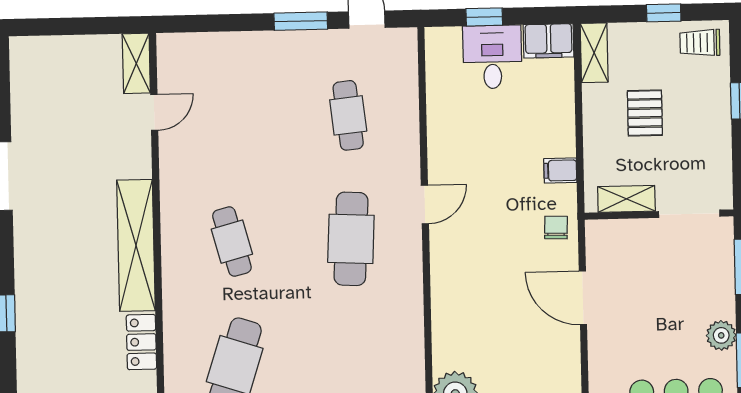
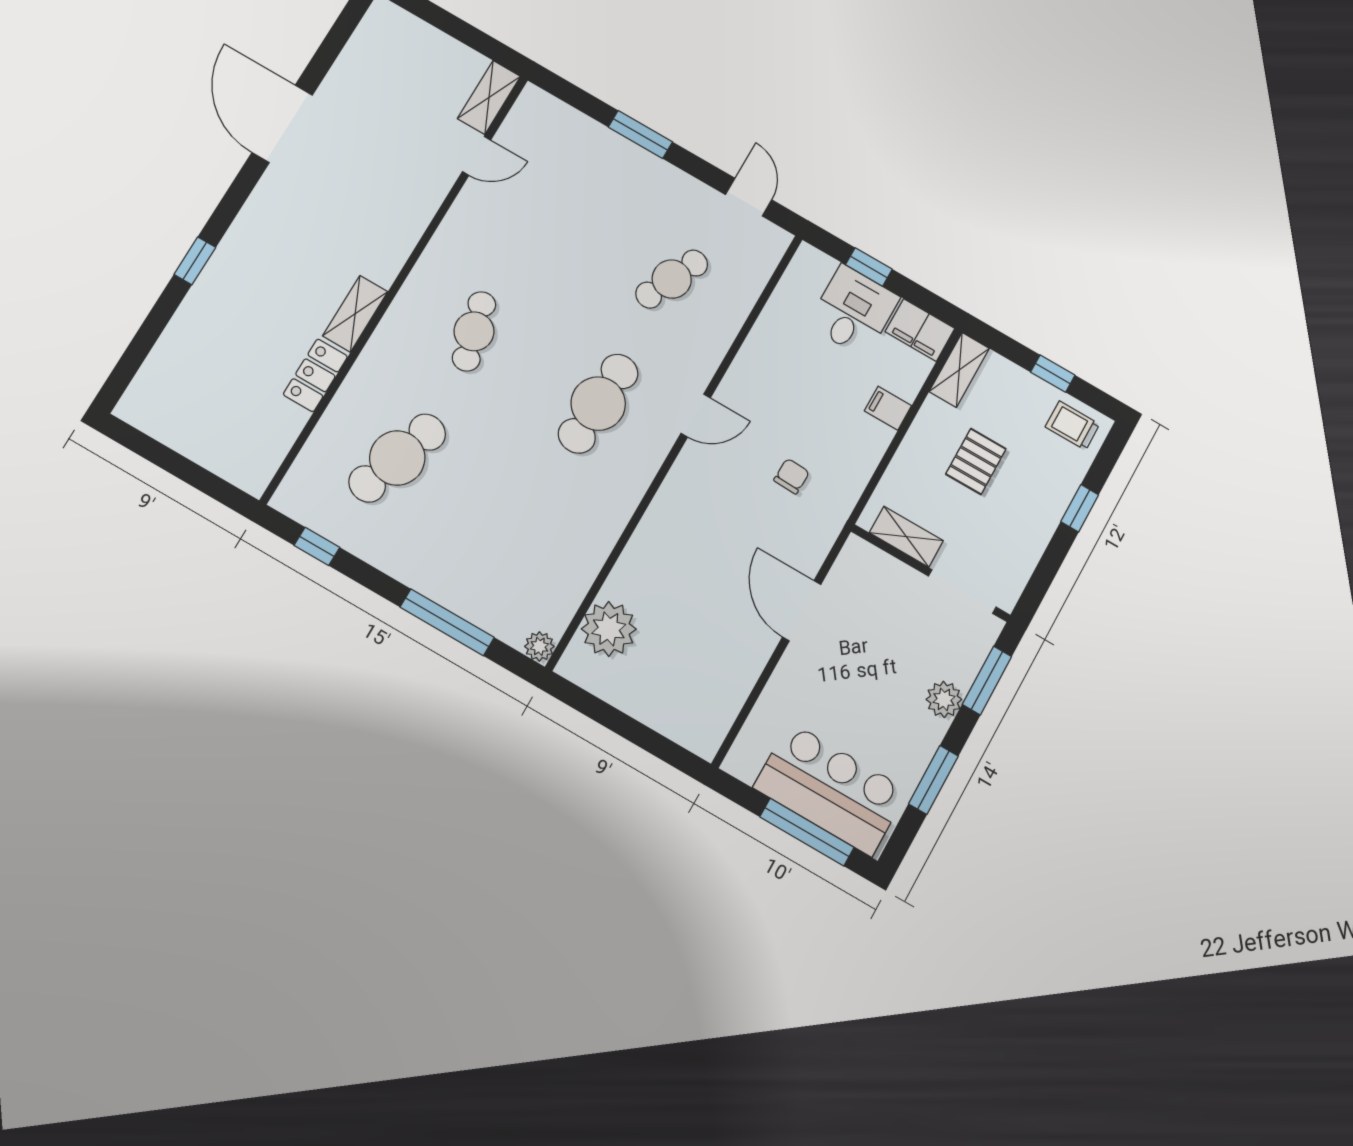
window: (301, 21) -> (640, 134), moved
cafe table: (348, 115) -> (672, 279), turned 30
filing cabinet: (560, 171) -> (888, 408), moved
chair: (556, 228) -> (792, 476), moved
shelving: (136, 245) -> (355, 314), width x0.45, depth x0.75
plant: (721, 335) -> (944, 699), moved

